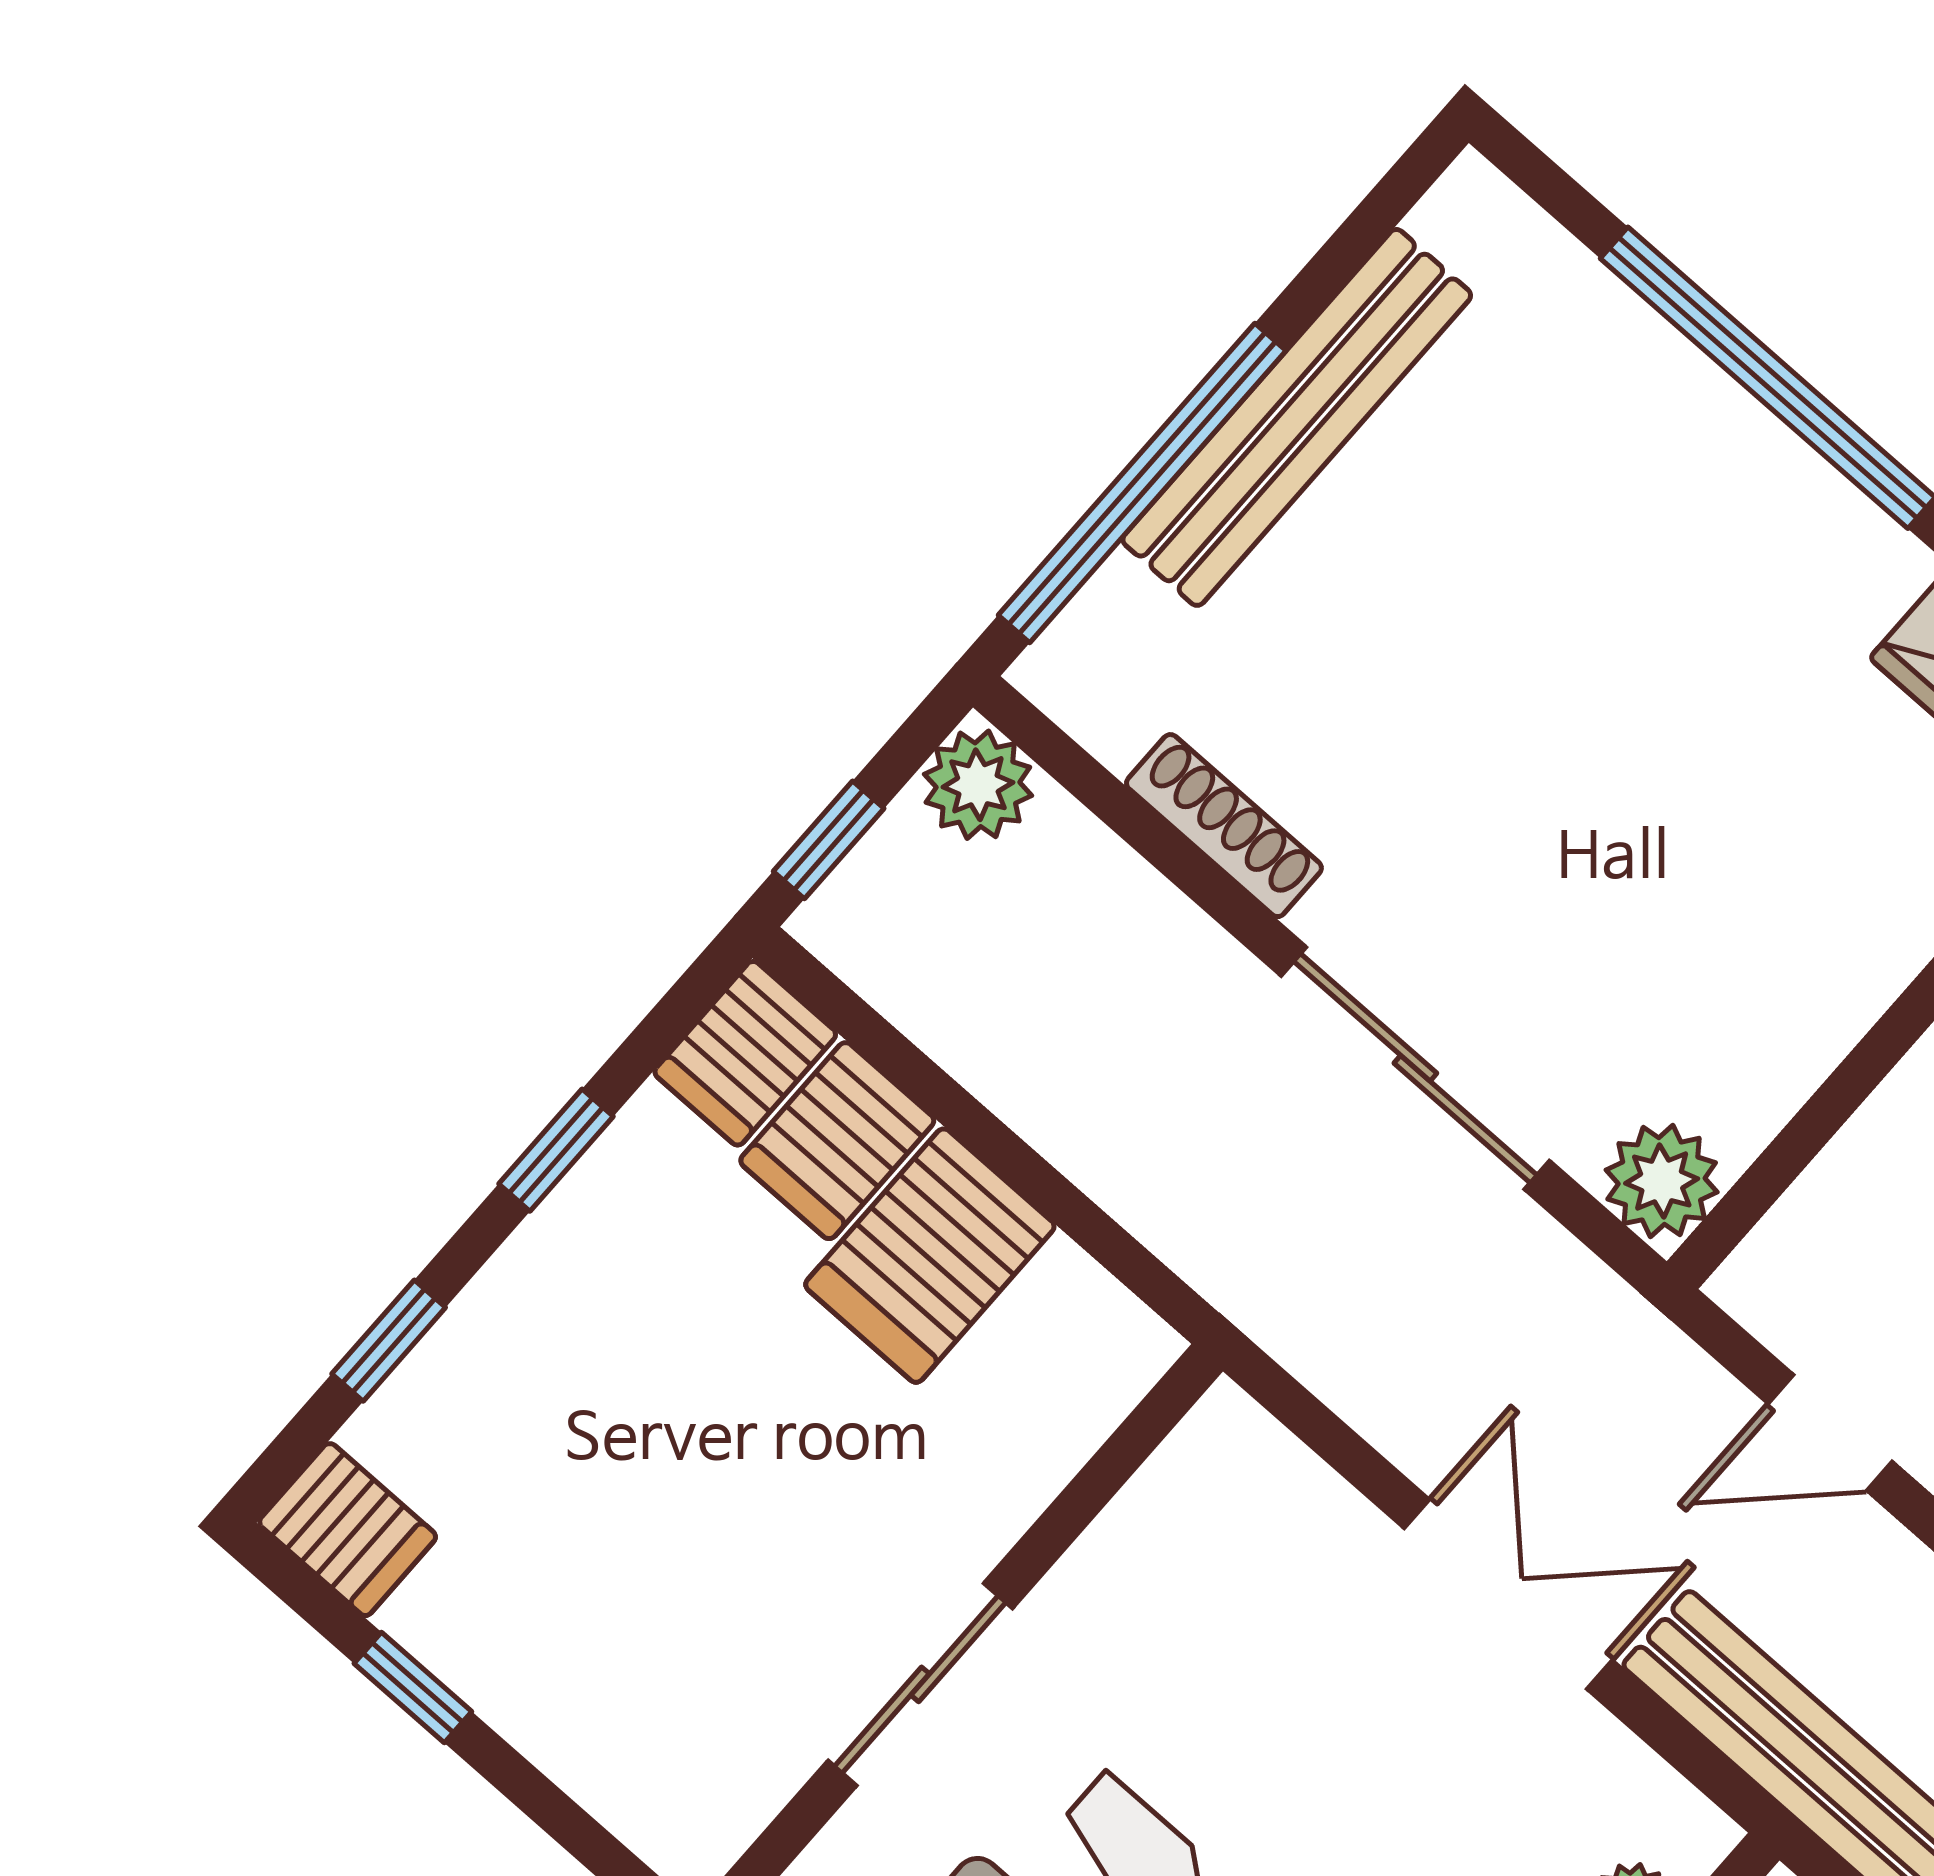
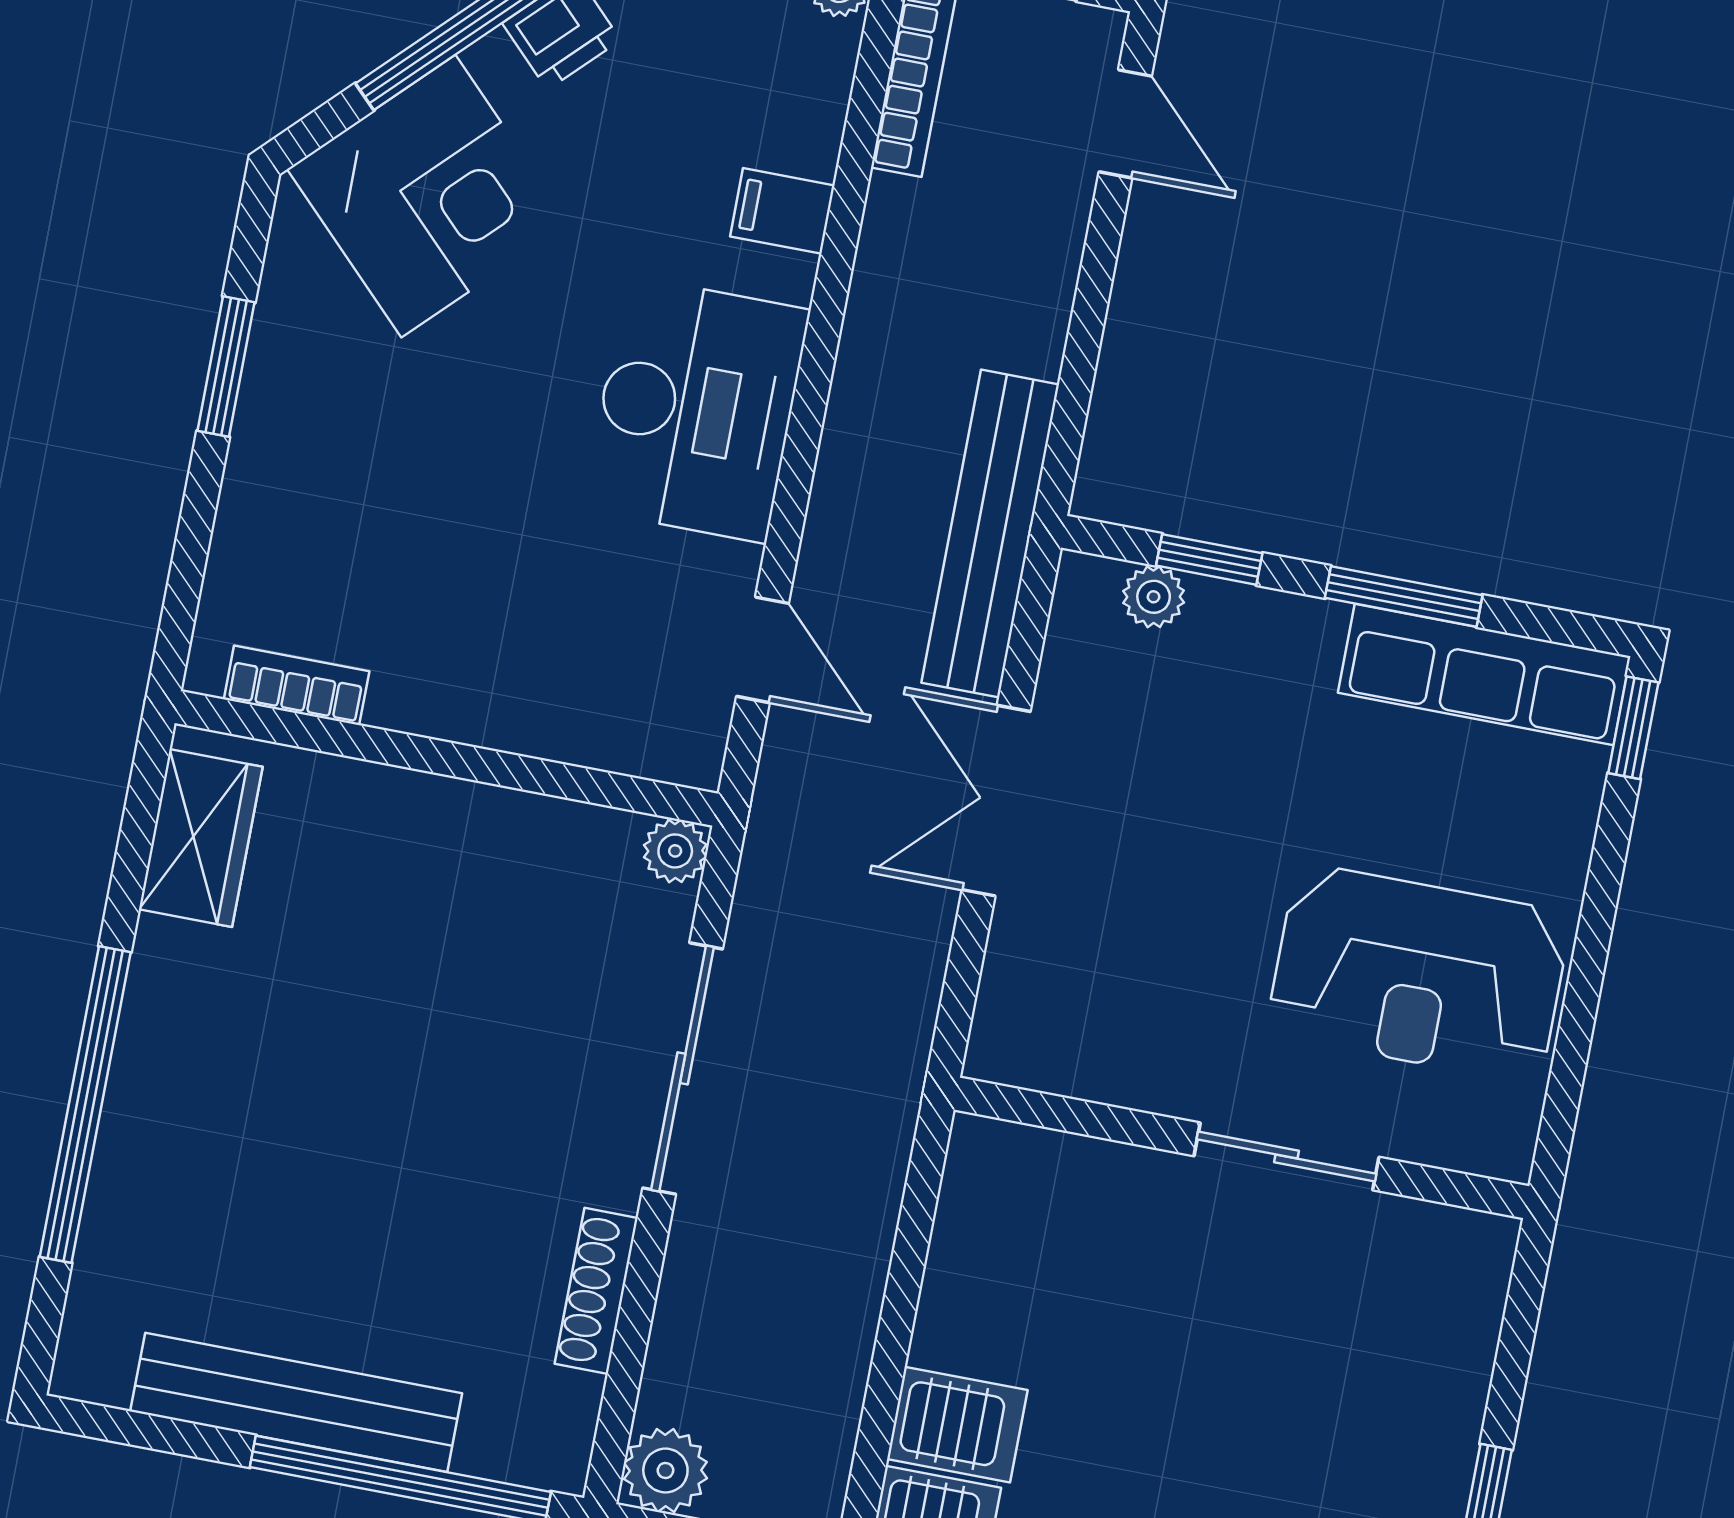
plant: (1662, 1181) -> (675, 851), width x0.73, depth x0.73
server rack: (930, 1256) -> (997, 1318), removed

